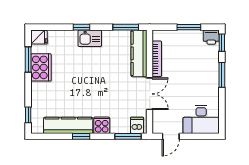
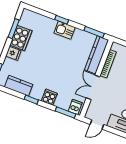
fridge: (39, 37) -> (13, 53), moved
double door: (150, 94) -> (93, 87), swing flipped
kitchen counter: (68, 125) -> (19, 86), width x0.67

